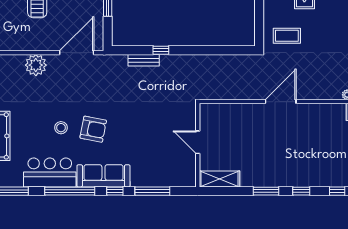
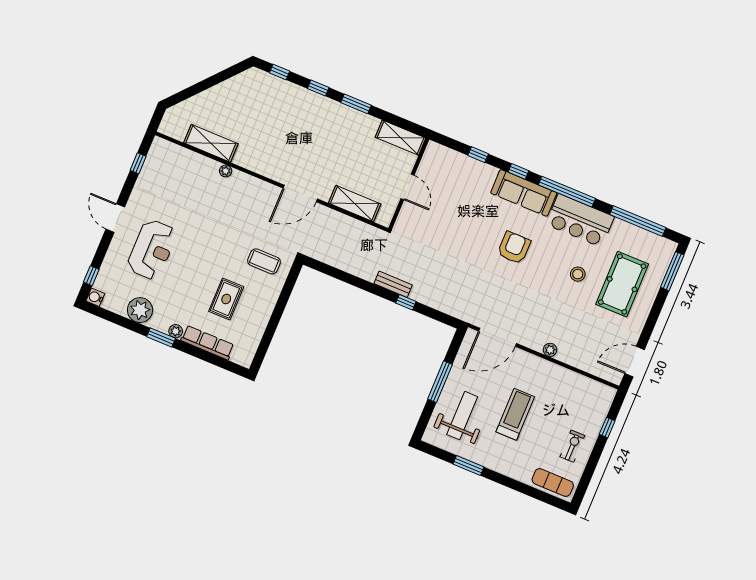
bench: (144, 60) -> (393, 284), moved
plant: (36, 65) -> (550, 350), width x0.53, depth x0.53
shelving: (234, 112) -> (355, 203), added
stool: (61, 128) -> (578, 274), moved
armchair: (93, 129) -> (514, 248), turned 79
window: (152, 191) -> (478, 155), width x0.46

